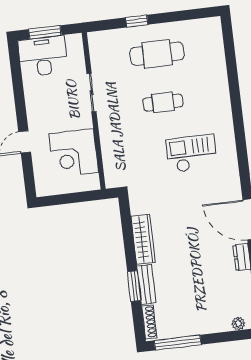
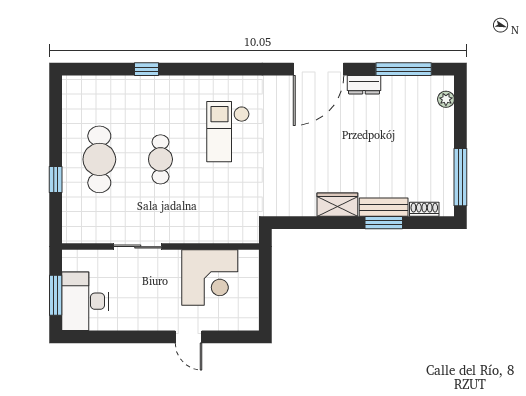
window: (233, 83) -> (146, 69), added
wardrobe: (143, 239) -> (337, 205), width x0.67
shoe rack: (149, 322) -> (424, 209), width x0.70

